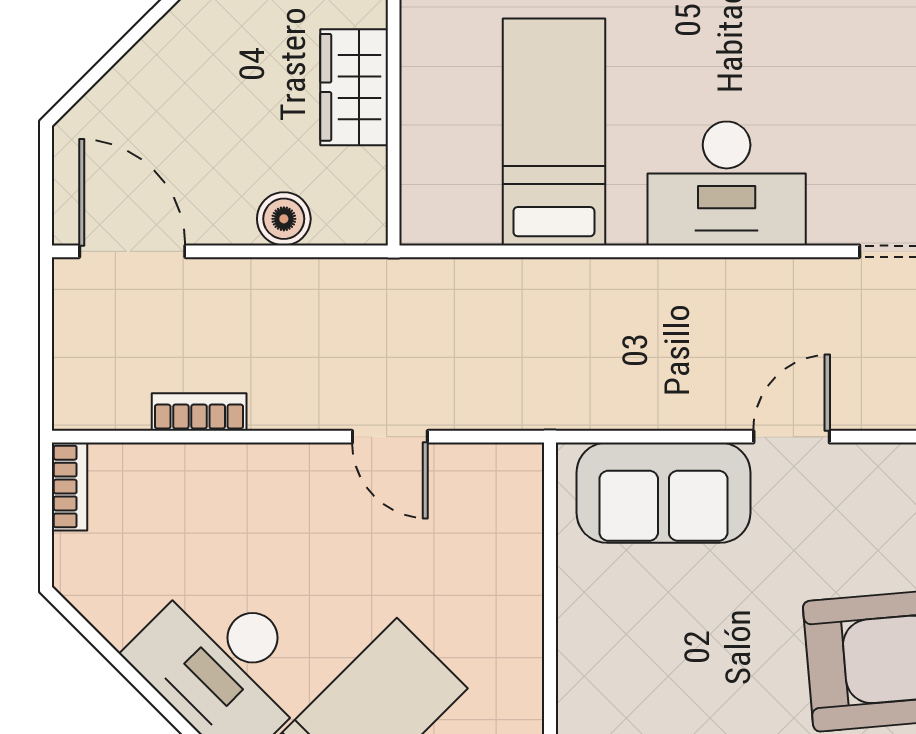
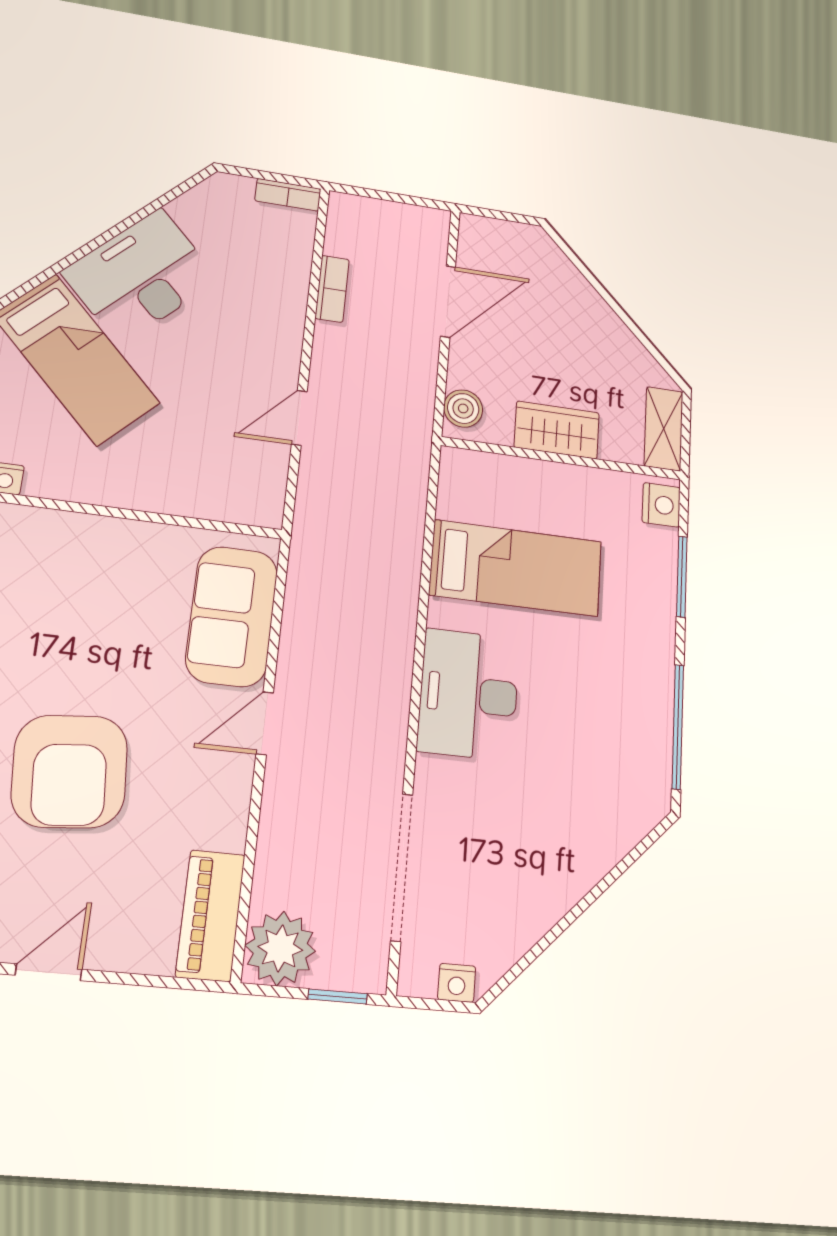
boiler: (284, 219) -> (463, 408), moved
door: (132, 251) -> (448, 301), moved
door: (792, 437) -> (265, 723), swing flipped

